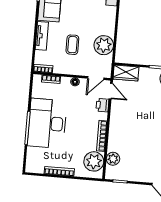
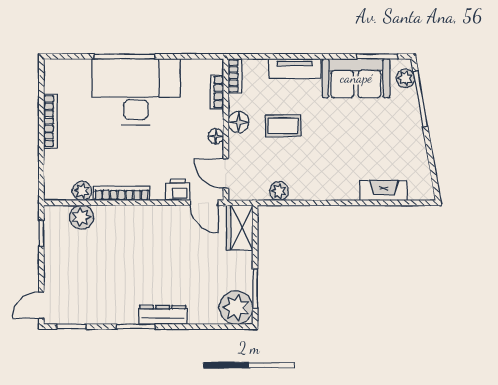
plant: (104, 45) -> (279, 191), width x0.53, depth x0.53
floor lamp: (68, 69) -> (239, 122), added
door: (111, 91) -> (204, 203), hinge flipped
plant: (94, 161) -> (82, 191), width x0.53, depth x0.53

